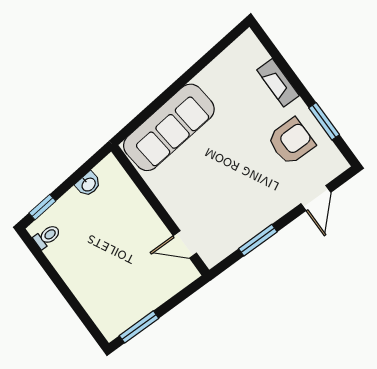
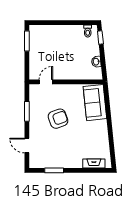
fireplace: (278, 83) -> (94, 163), moved
sofa: (169, 127) -> (95, 103), width x0.73
armchair: (291, 141) -> (58, 119), moved, turned -110

